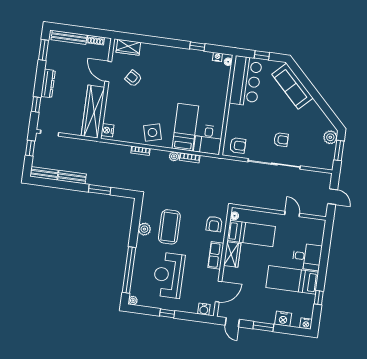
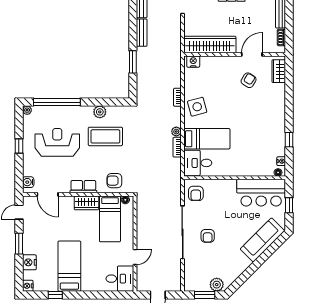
desk: (307, 257) -> (120, 279), moved, turned -90

